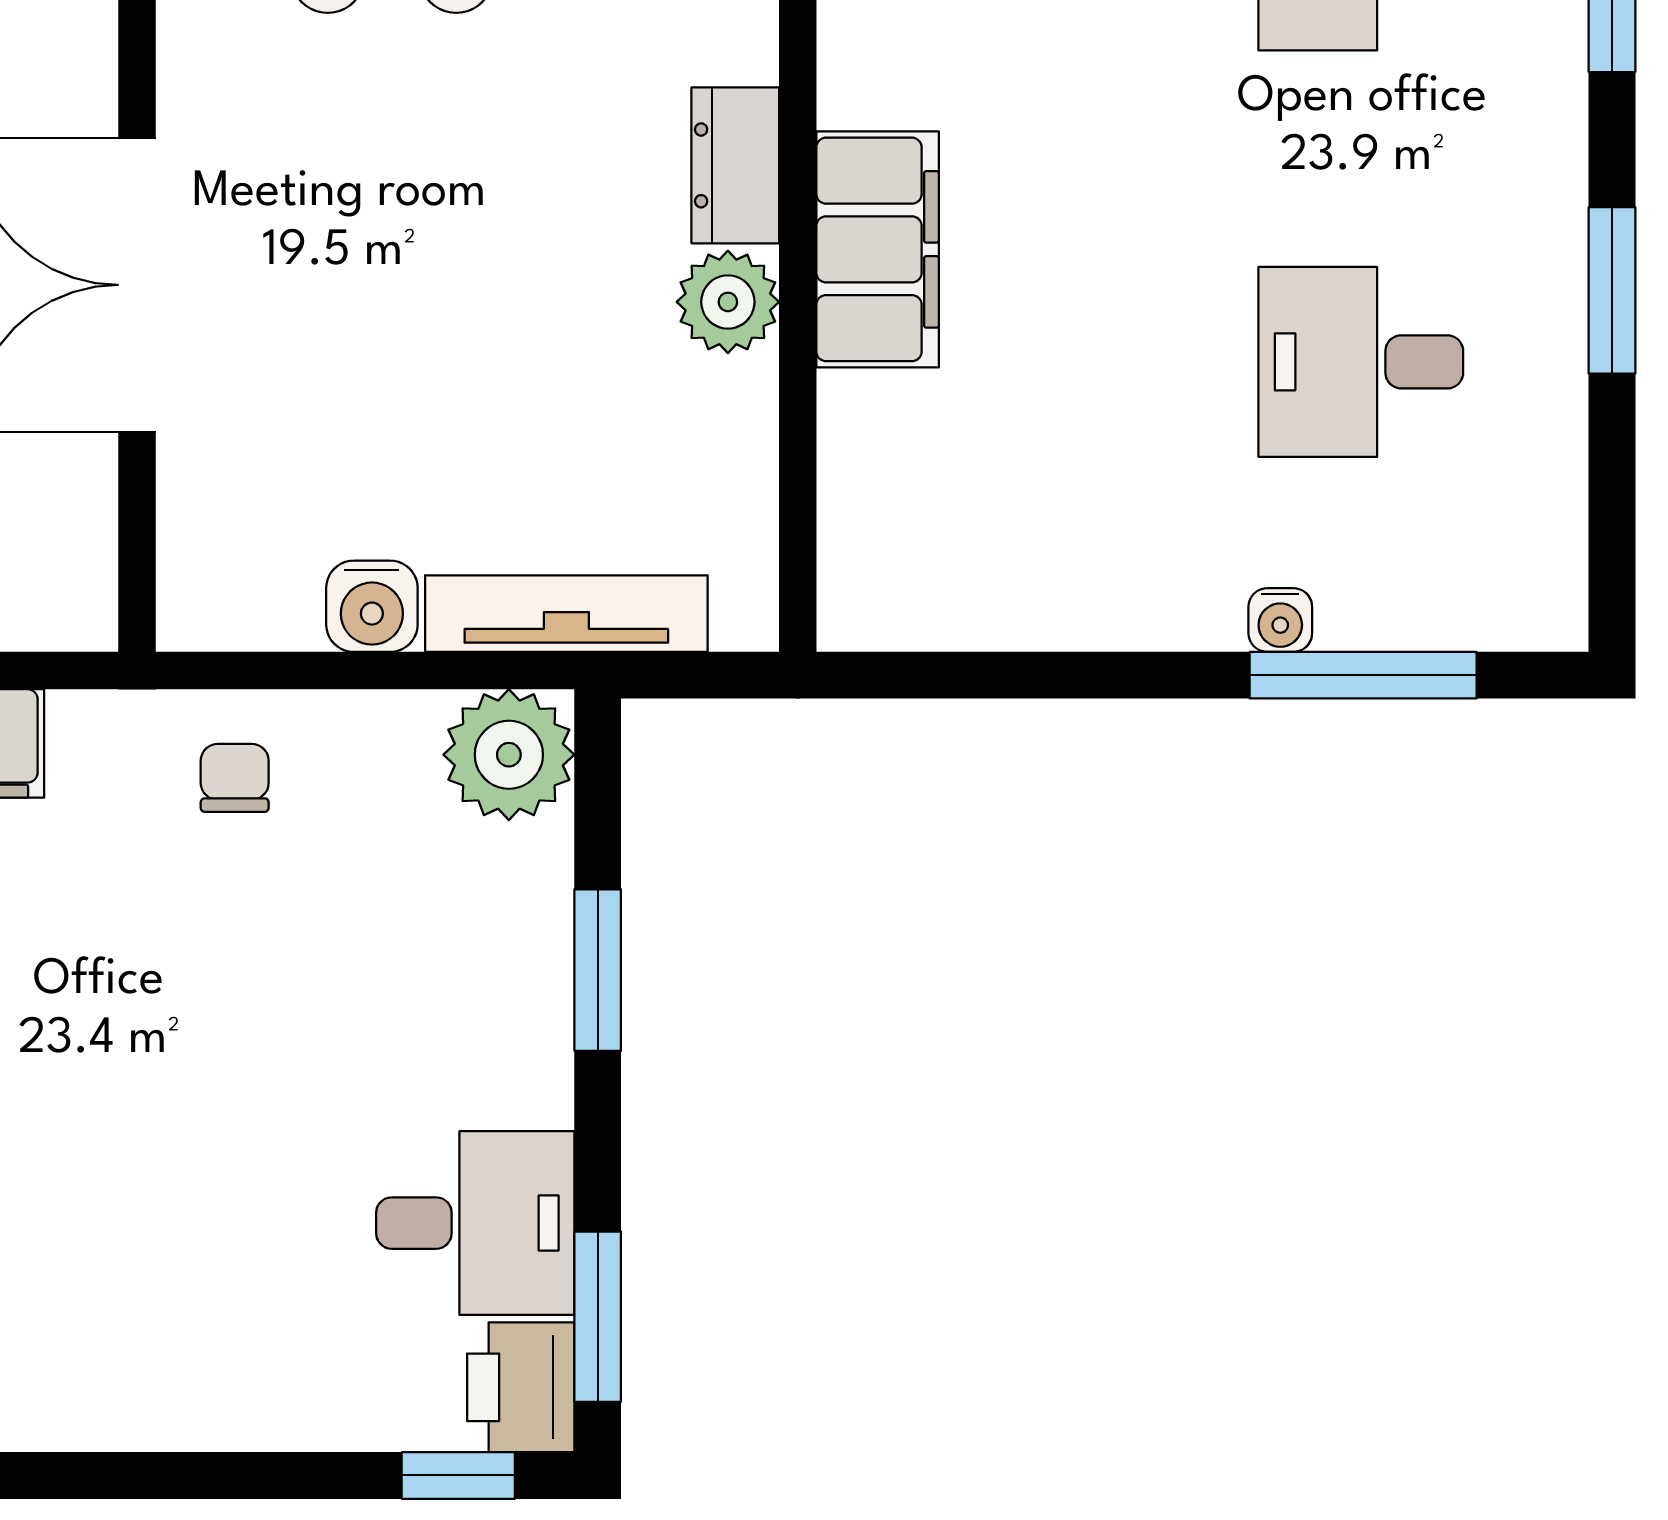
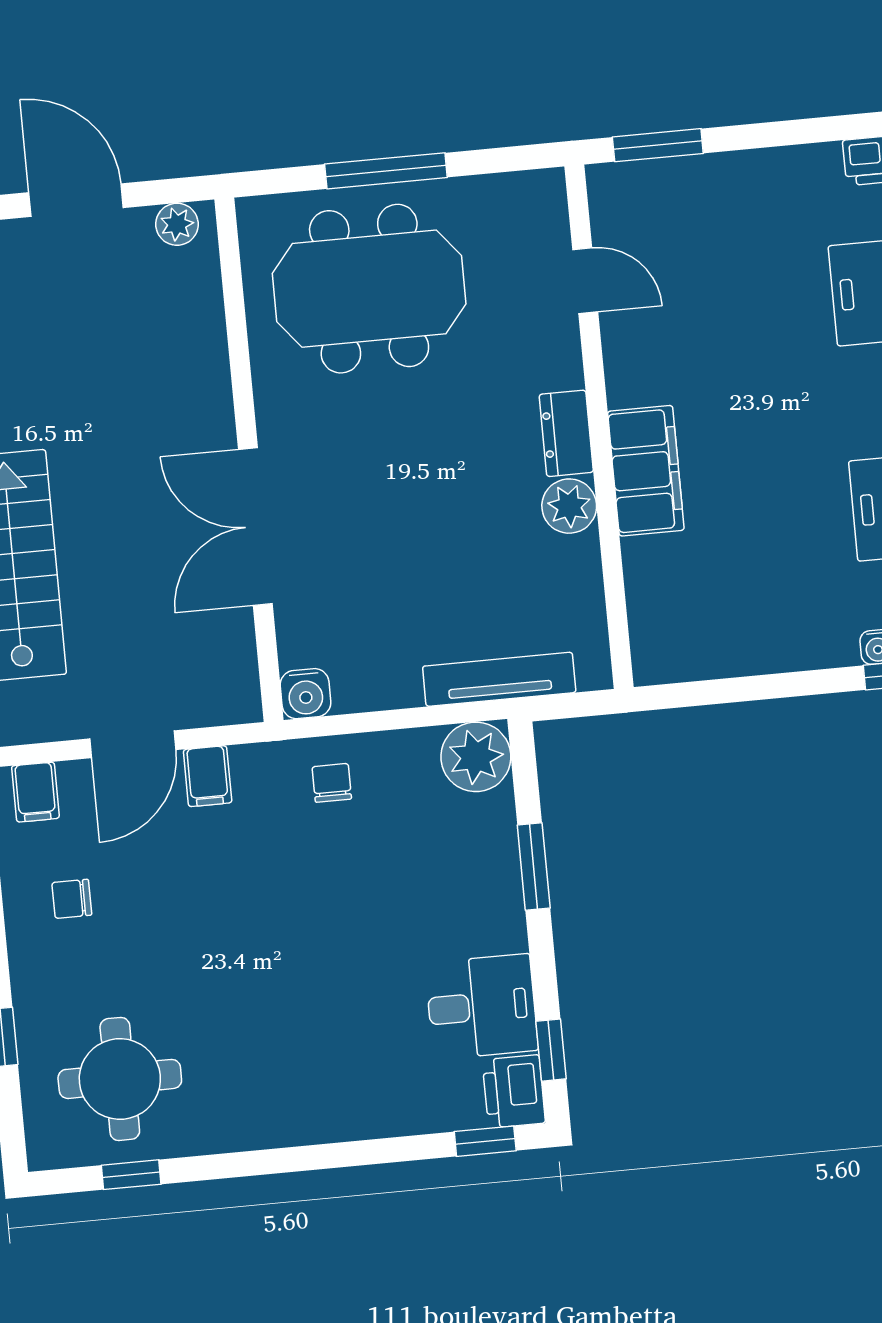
water cooler: (372, 606) -> (306, 694), moved
window: (598, 1317) -> (551, 1050), width x0.67

